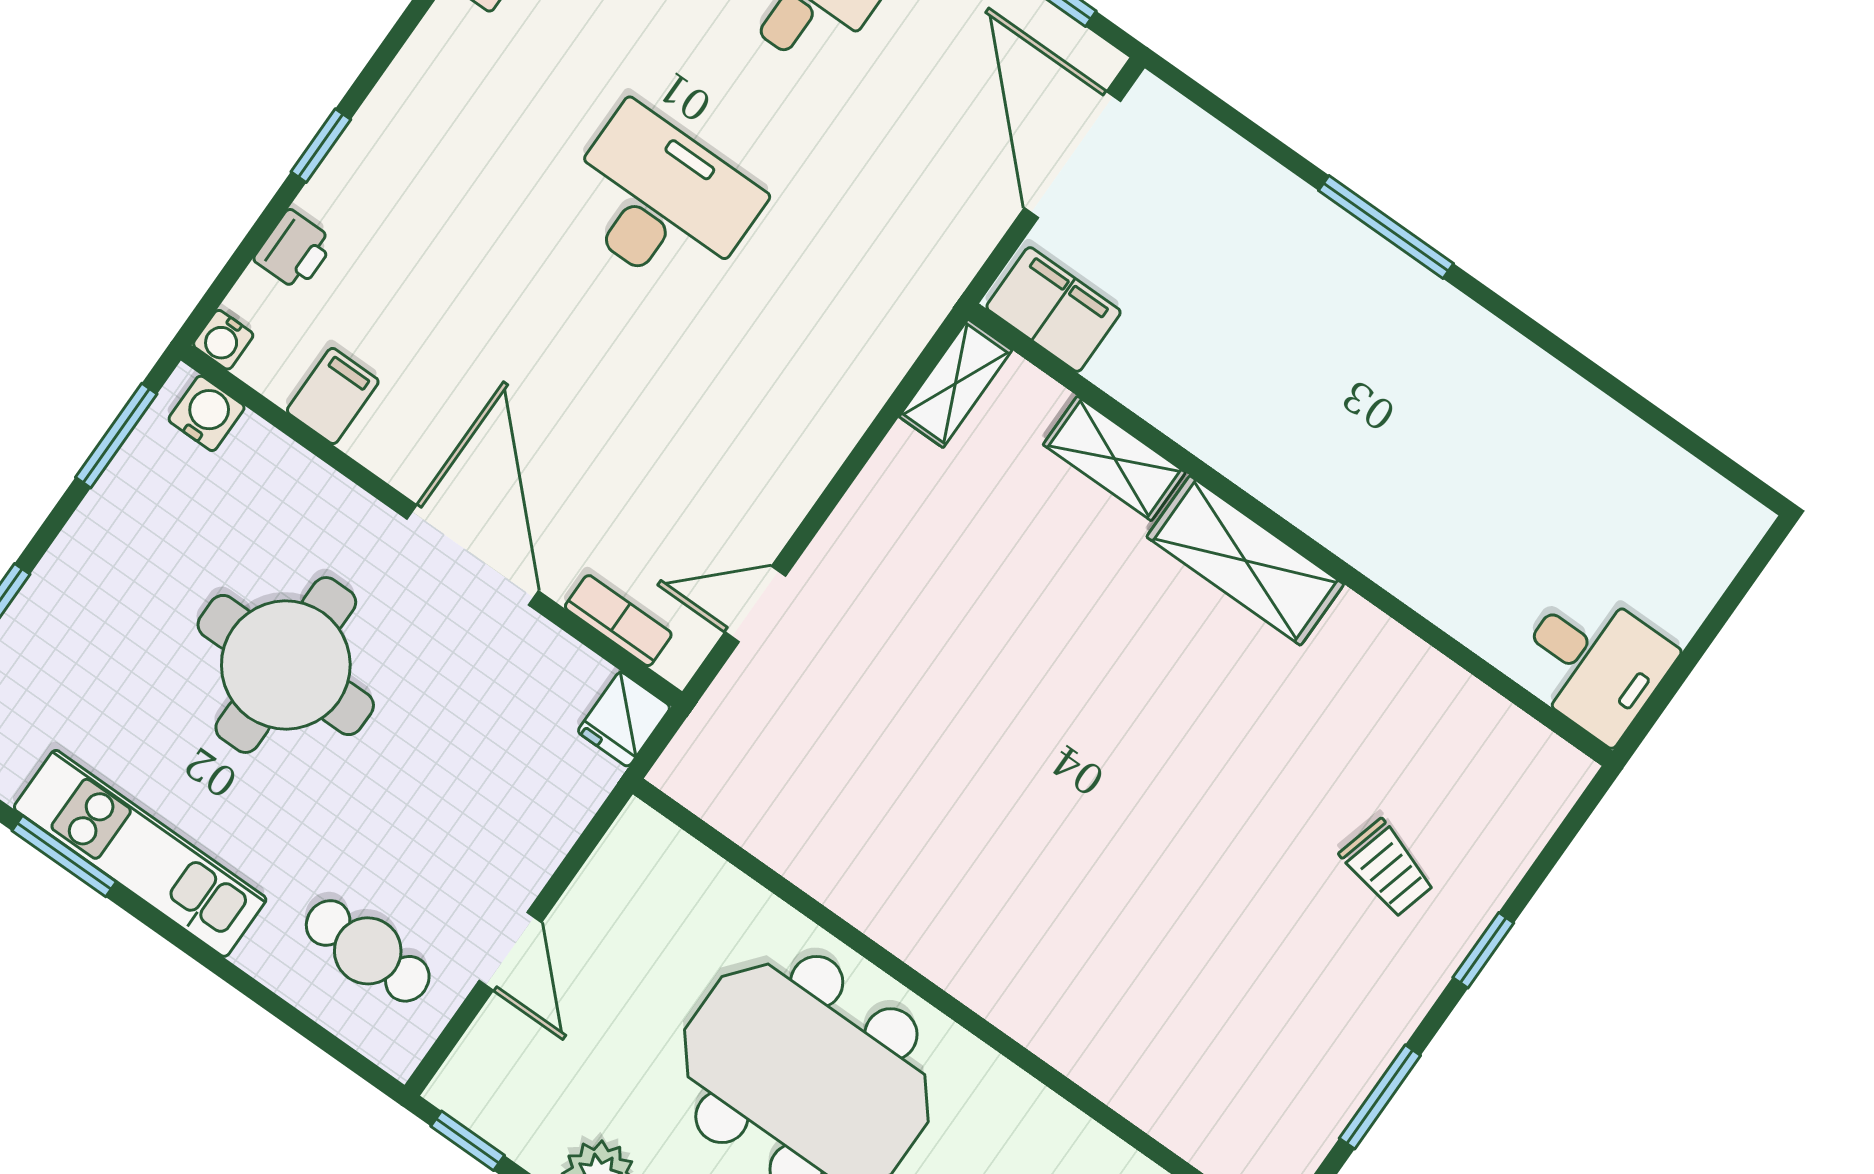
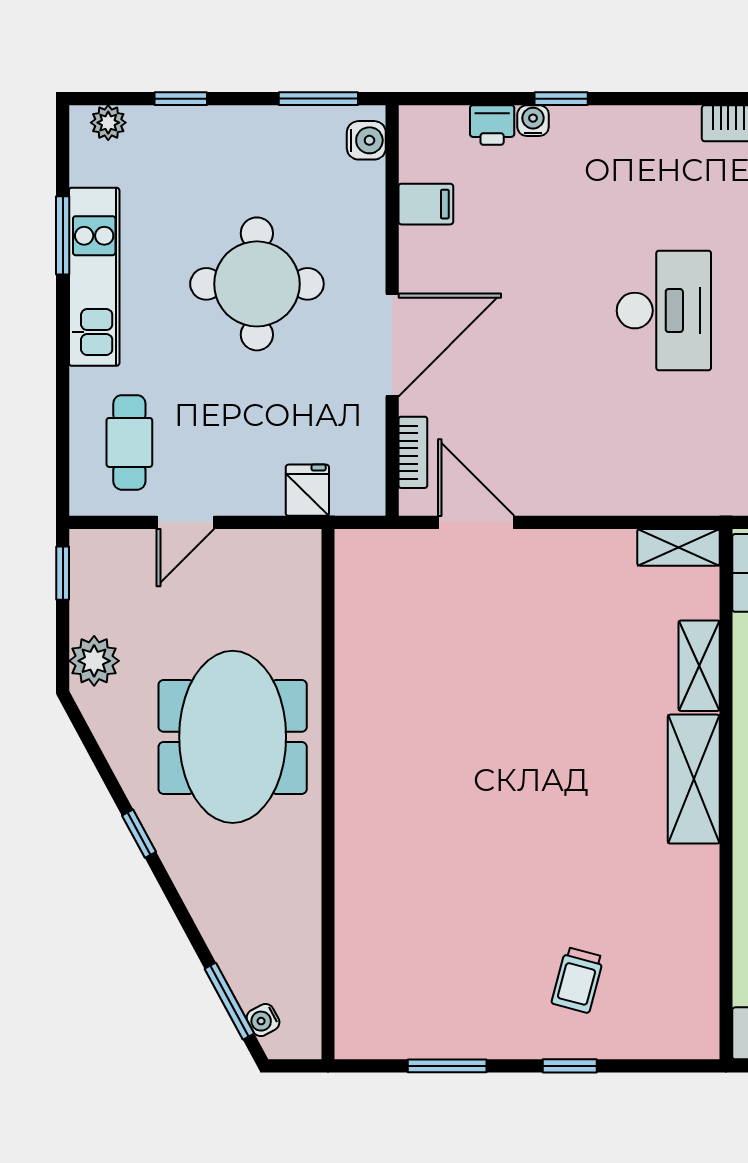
water cooler: (223, 340) -> (533, 121), moved, turned 90
door: (755, 604) -> (476, 522), width x1.38
fridge: (624, 719) -> (307, 490), moved, turned 90

